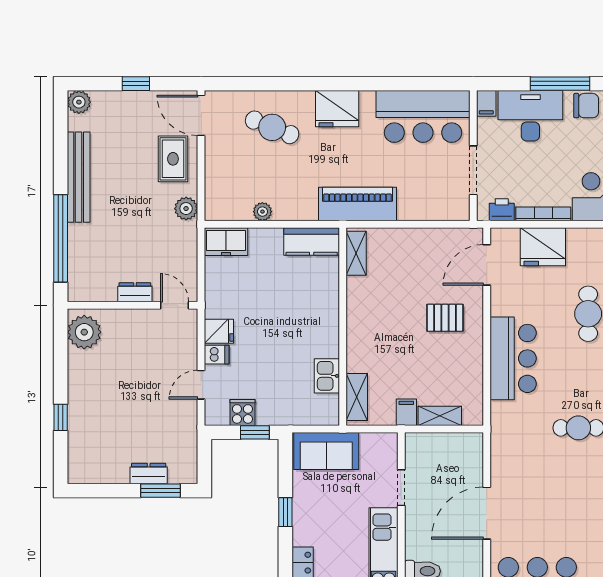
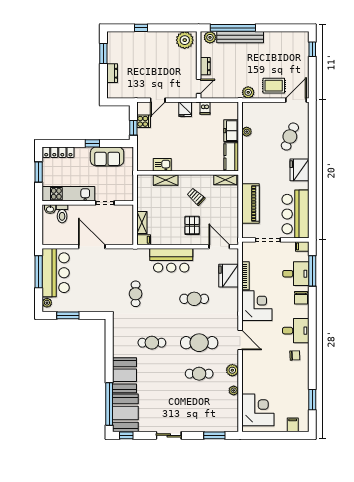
window: (136, 84) -> (312, 49), moved
window: (560, 84) -> (312, 271), moved
plant: (79, 102) -> (210, 37), moved
desk: (530, 116) -> (296, 274), width x0.73
bench: (79, 177) -> (240, 37), moved
piano: (358, 204) -> (251, 203), moved
printer: (502, 210) -> (248, 254), removed
freezer: (226, 242) -> (231, 131), moved
trolley: (389, 310) -> (196, 197), added
dishwasher: (217, 355) -> (205, 108), moved
door: (201, 385) -> (158, 100), swing flipped
shelving: (357, 397) -> (166, 180), moved
filing cabinet: (406, 412) -> (144, 240), moved
sofa: (326, 451) -> (107, 156), moved, turned -90
window: (160, 491) -> (103, 54), moved

